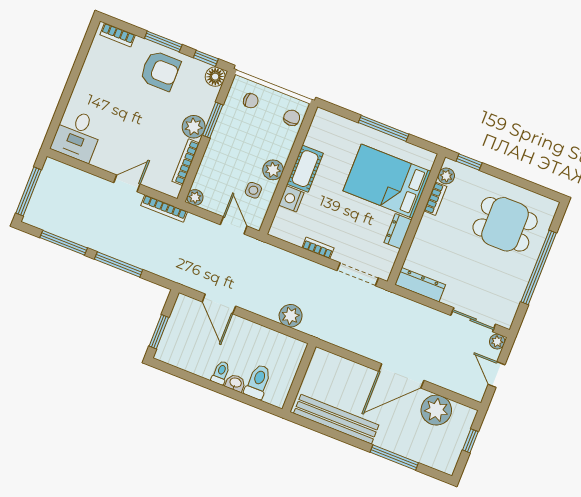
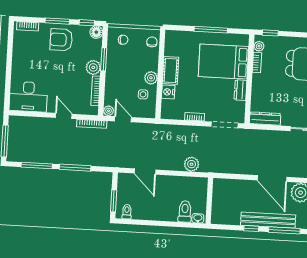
armchair: (160, 71) -> (61, 40), turned 180
desk: (77, 135) -> (28, 97), width x1.37
door: (127, 183) -> (64, 116), hinge flipped
door: (234, 225) -> (123, 119), moved
toilet: (221, 373) -> (127, 212), moved
door: (401, 376) -> (272, 179), hinge flipped
washbasin: (235, 383) -> (198, 218), moved
bench: (336, 419) -> (268, 220), moved
window: (347, 439) -> (251, 228), added

